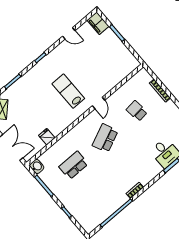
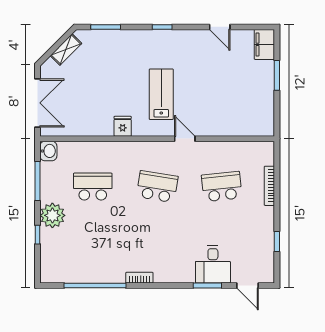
door: (99, 103) -> (185, 139), swing flipped
school desk: (137, 111) -> (222, 187), width x1.85
fridge: (47, 137) -> (123, 126), moved
school desk: (105, 138) -> (157, 187), turned 33
plant: (66, 196) -> (52, 215), added

